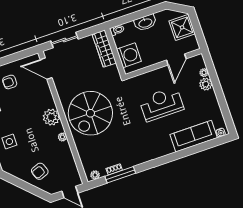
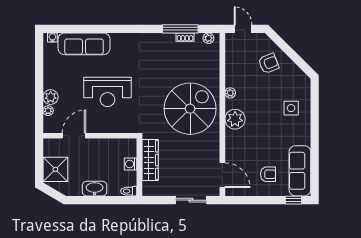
wardrobe: (104, 49) -> (150, 160), moved
washing machine: (129, 55) -> (131, 164), width x0.53, depth x0.53

